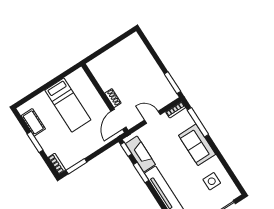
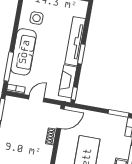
door: (152, 117) -> (36, 99), swing flipped
sofa: (197, 145) -> (24, 52), width x1.36
window: (141, 173) -> (81, 54), moved

